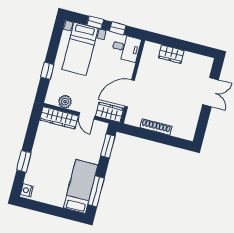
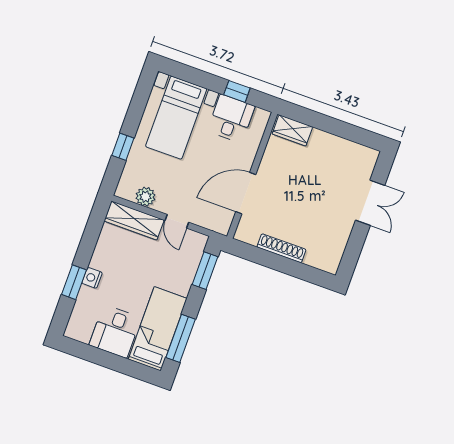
window: (95, 22) -> (203, 79), removed
desk: (126, 48) -> (231, 119), moved, turned -90
wardrobe: (171, 54) -> (292, 130), moved
wardrobe: (110, 112) -> (213, 219), removed
nightstand: (27, 190) -> (92, 278), moved
desk: (53, 191) -> (115, 331), added

